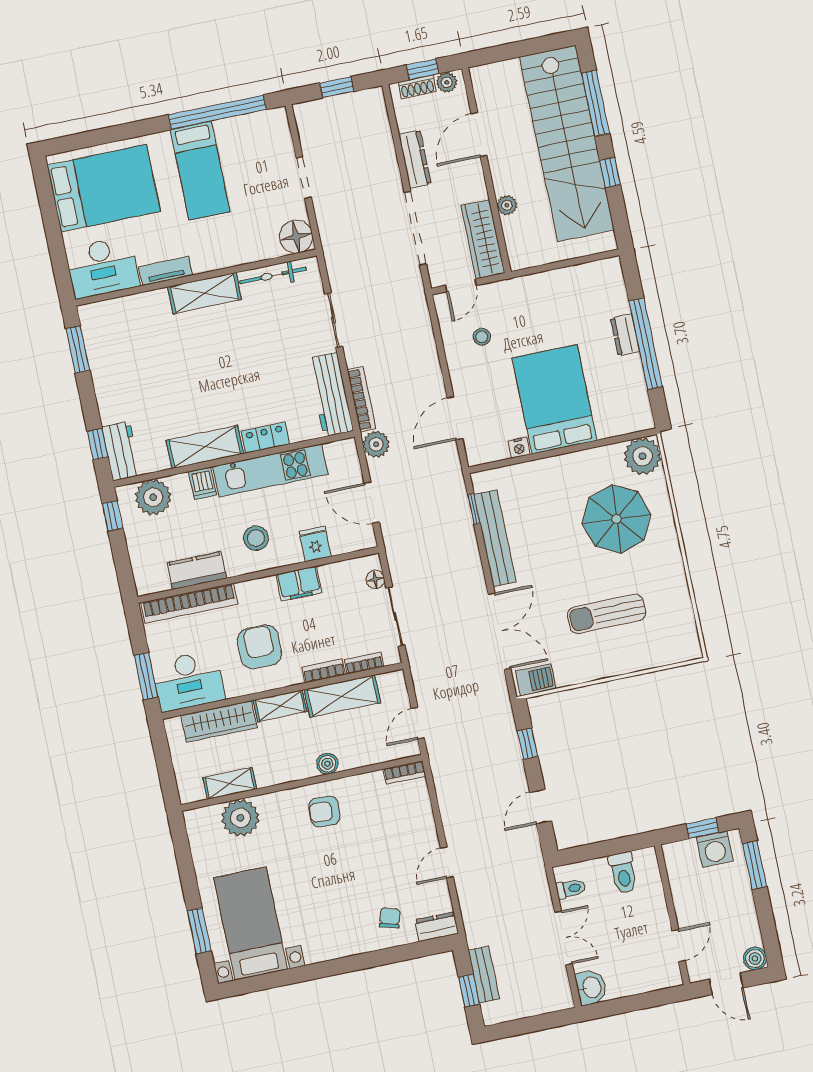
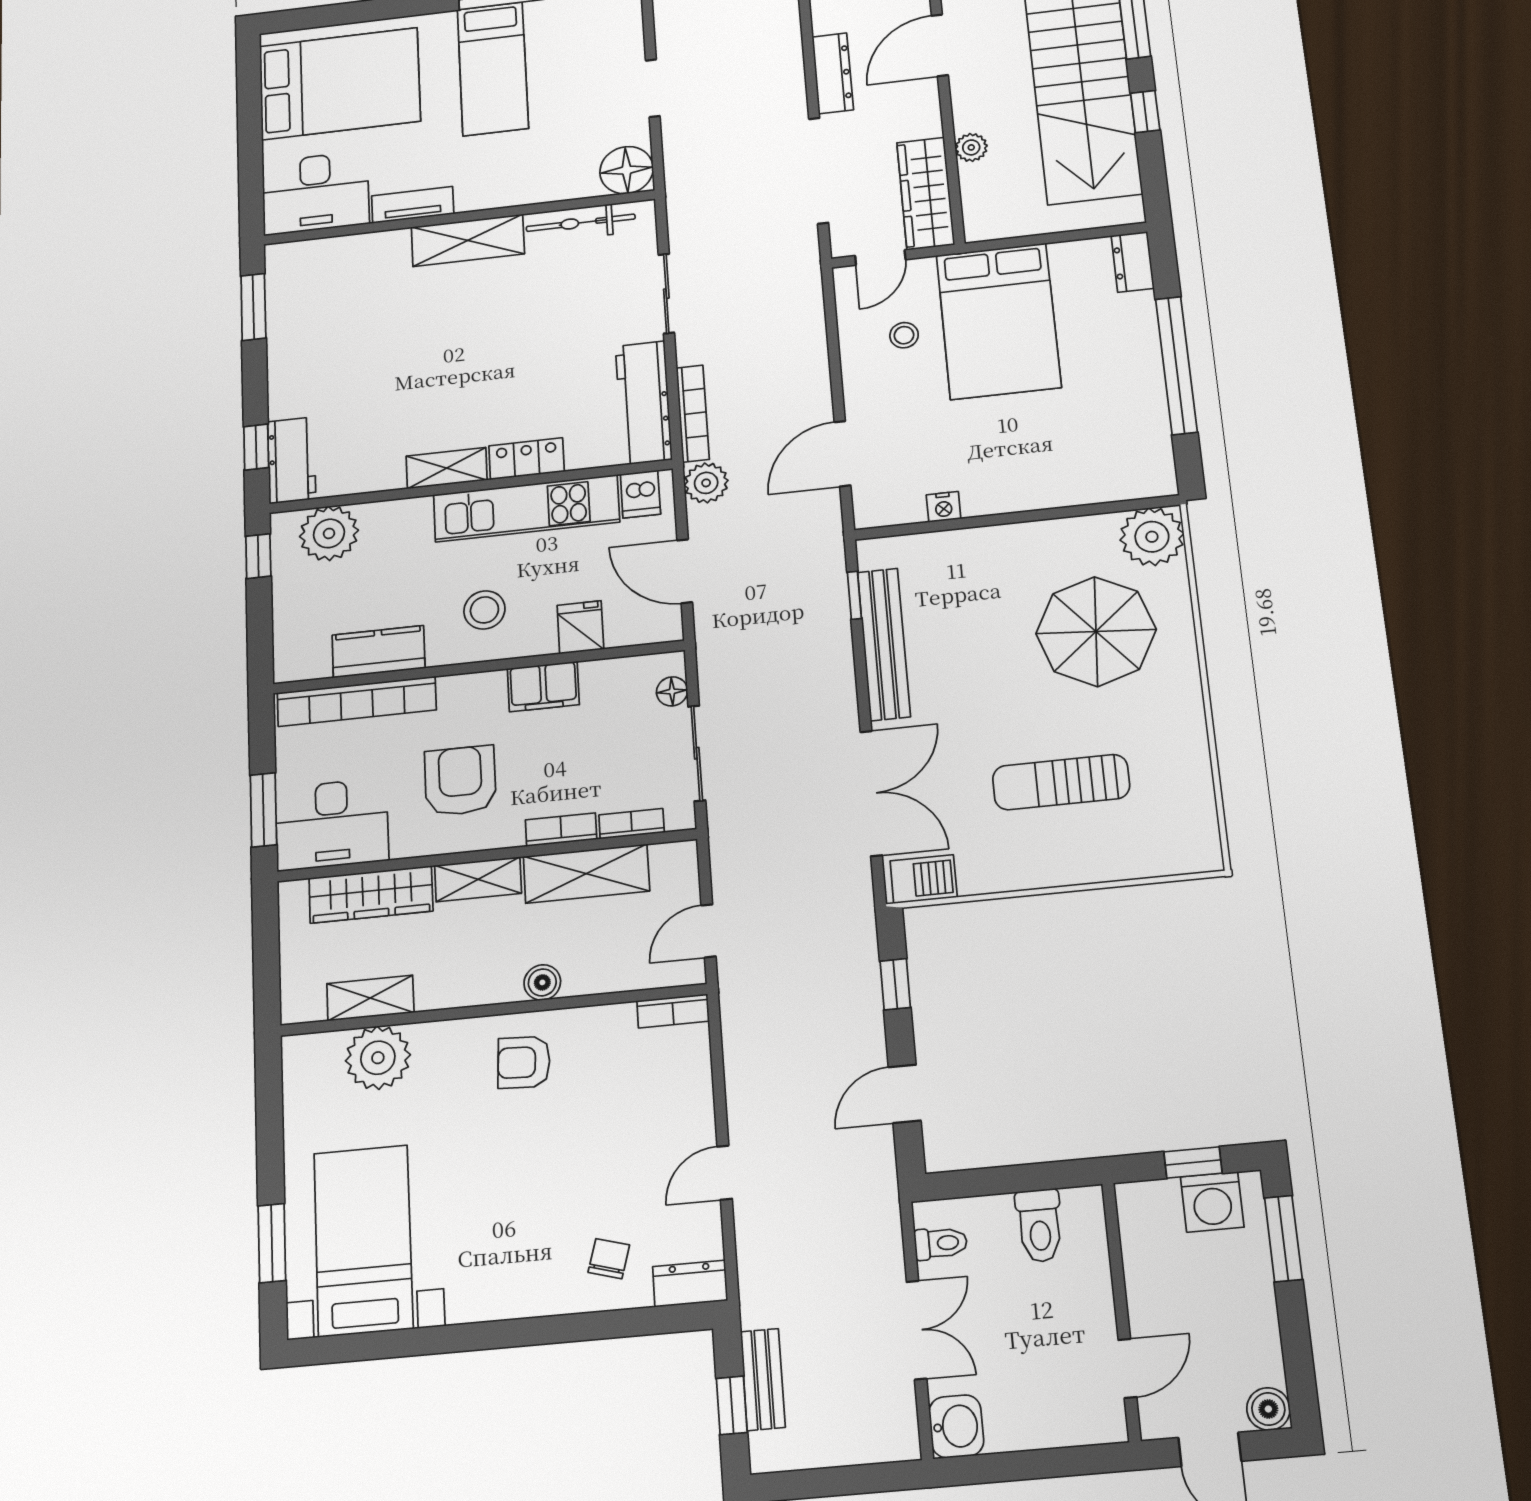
dresser: (625, 335) -> (1133, 262), moved
bed: (555, 399) -> (998, 321), moved, turned 180
shelving: (205, 447) -> (447, 468), width x0.67, depth x0.75
dishwasher: (203, 483) -> (640, 494), moved

